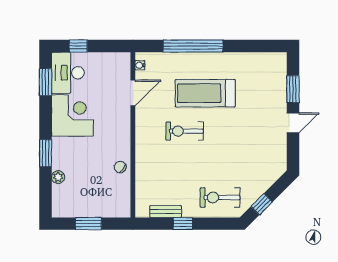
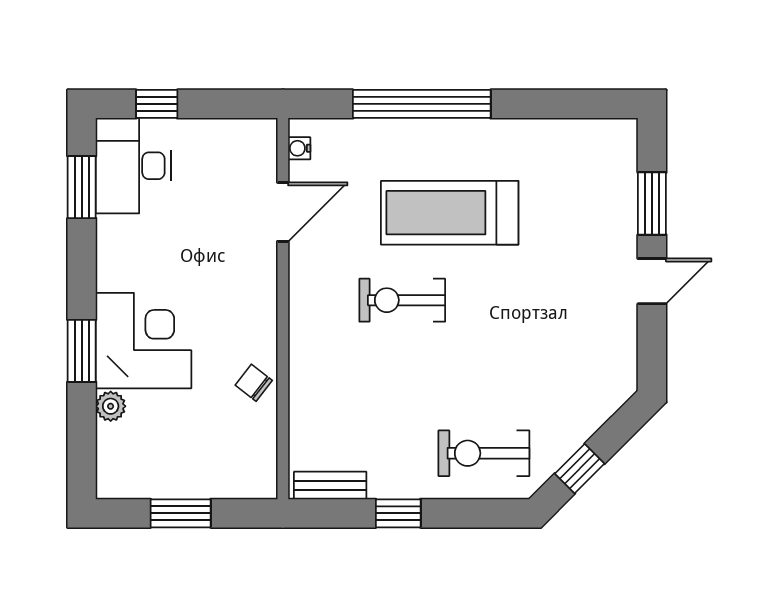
corner desk: (72, 115) -> (144, 341), moved
bench: (166, 212) -> (330, 485), moved

